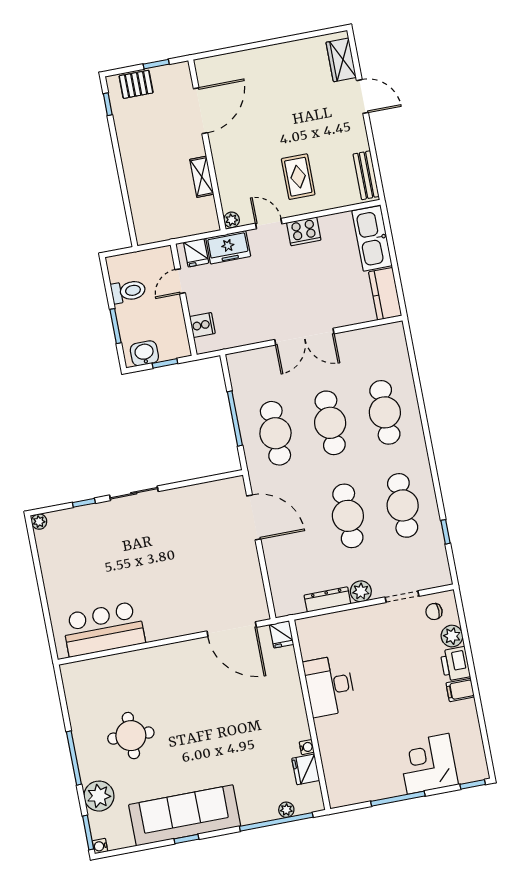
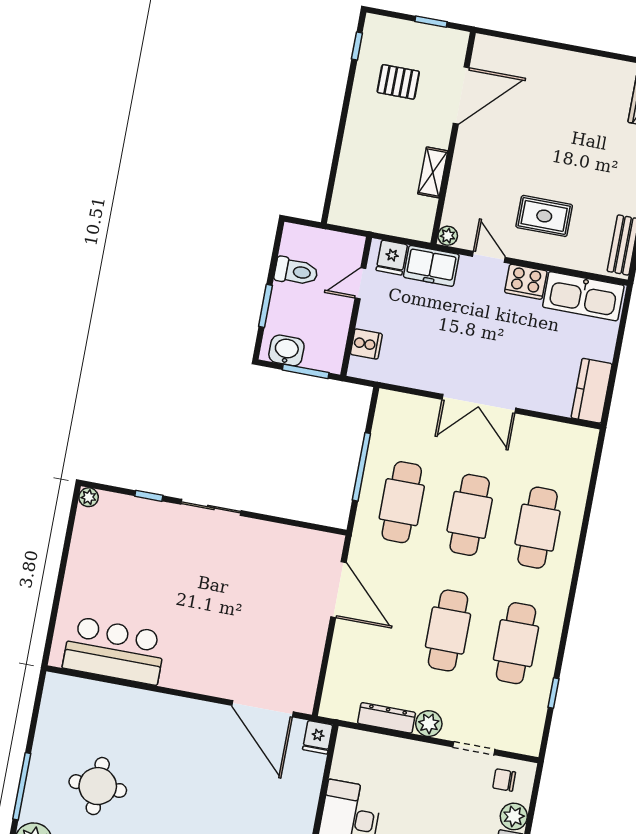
pallet: (136, 84) -> (398, 82), moved
rug: (298, 177) -> (544, 216), turned 90
kitchen sink: (372, 238) -> (583, 296), moved, turned -90
window: (165, 363) -> (306, 371), width x1.50

